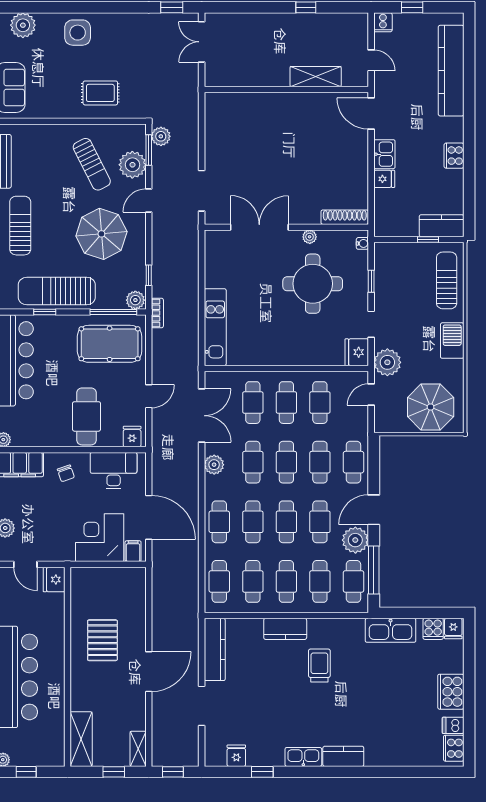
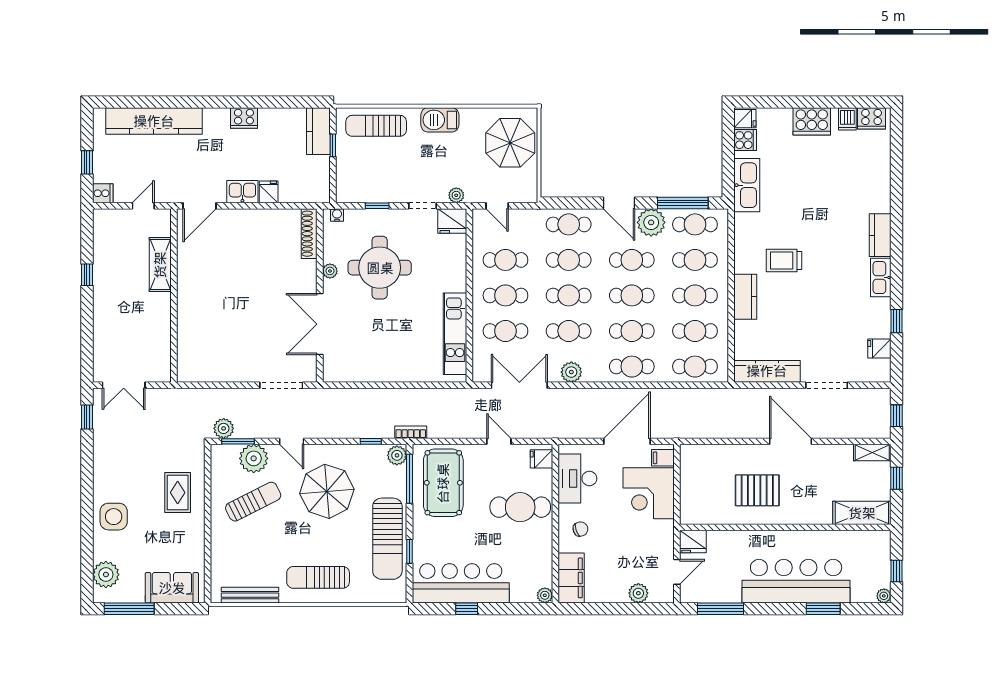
kitchen unit: (215, 327) -> (455, 334), moved, turned -90
plant: (387, 362) -> (456, 195), width x0.53, depth x0.53

